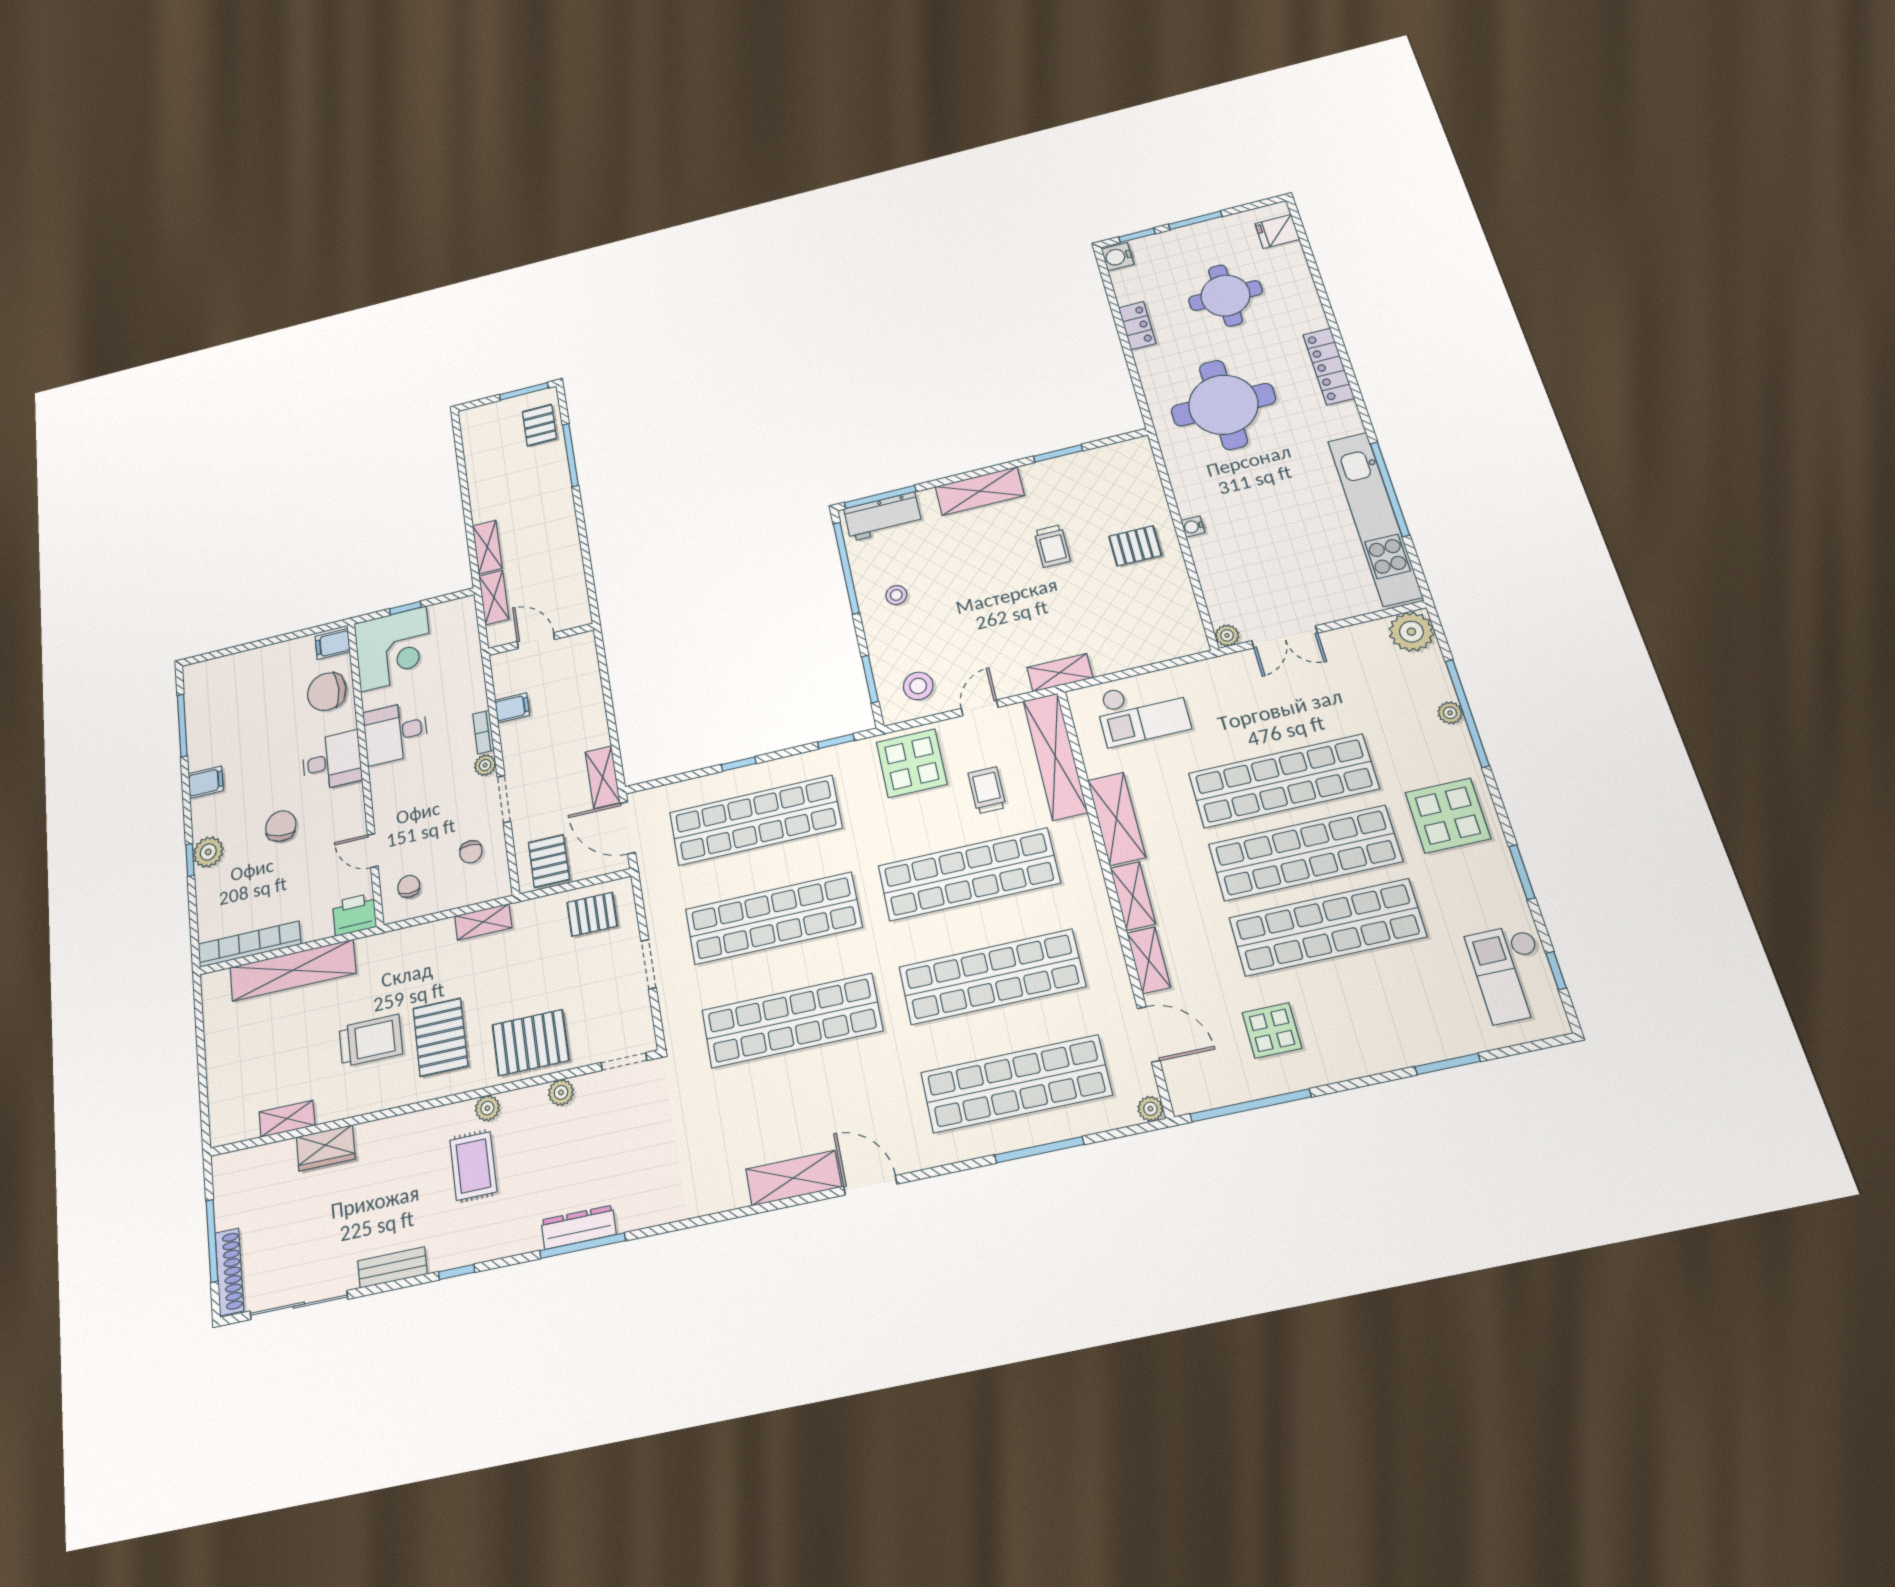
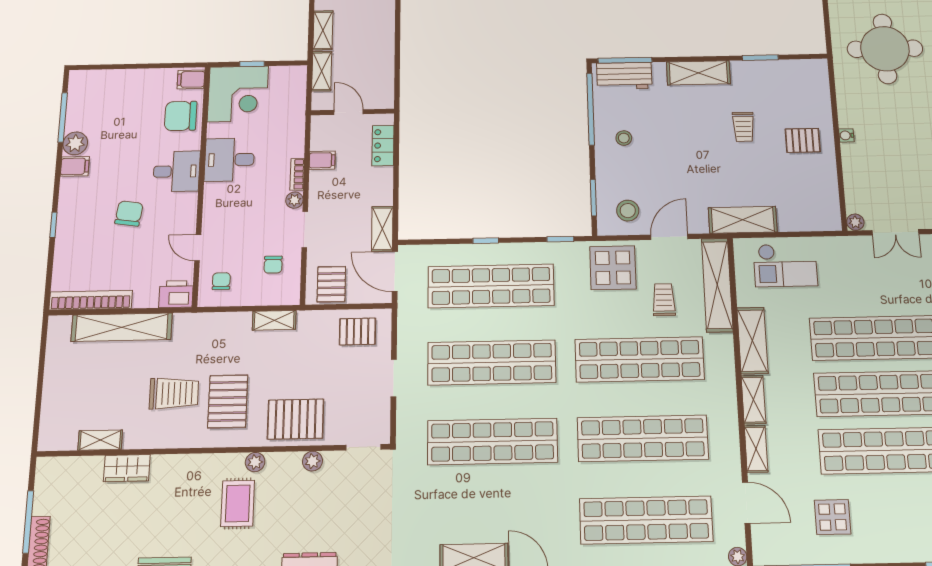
locker: (586, 673) -> (383, 145), added
shelving: (1060, 673) -> (743, 220), width x1.50, depth x1.33
door: (980, 708) -> (669, 237), width x1.38
plant: (208, 852) -> (75, 143), moved

